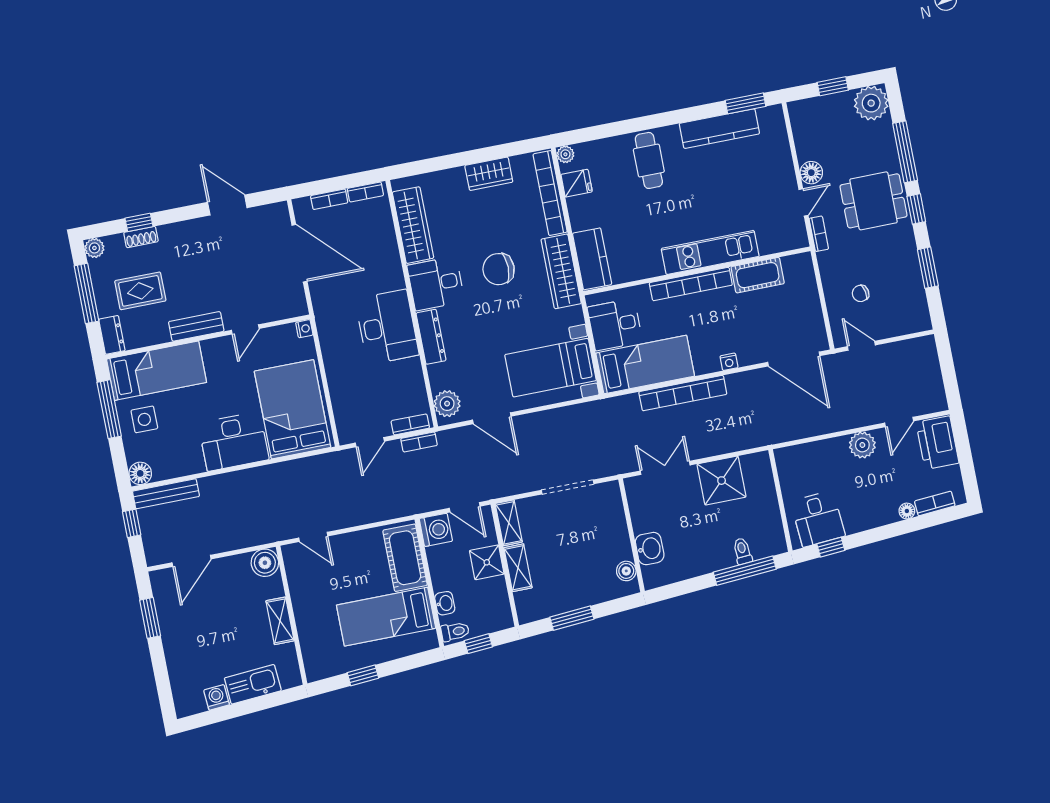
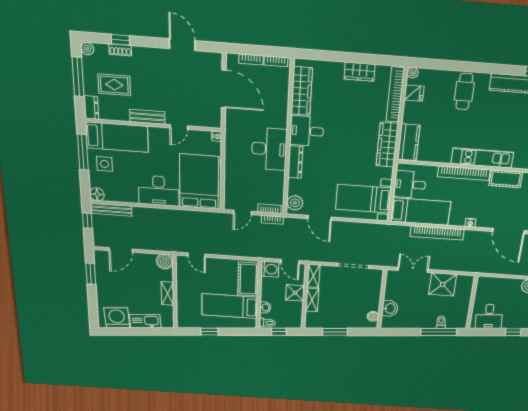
chair: (499, 269) -> (349, 133), removed
window: (831, 547) -> (513, 332), moved
washing machine: (217, 697) -> (117, 318), width x1.89, depth x1.89

